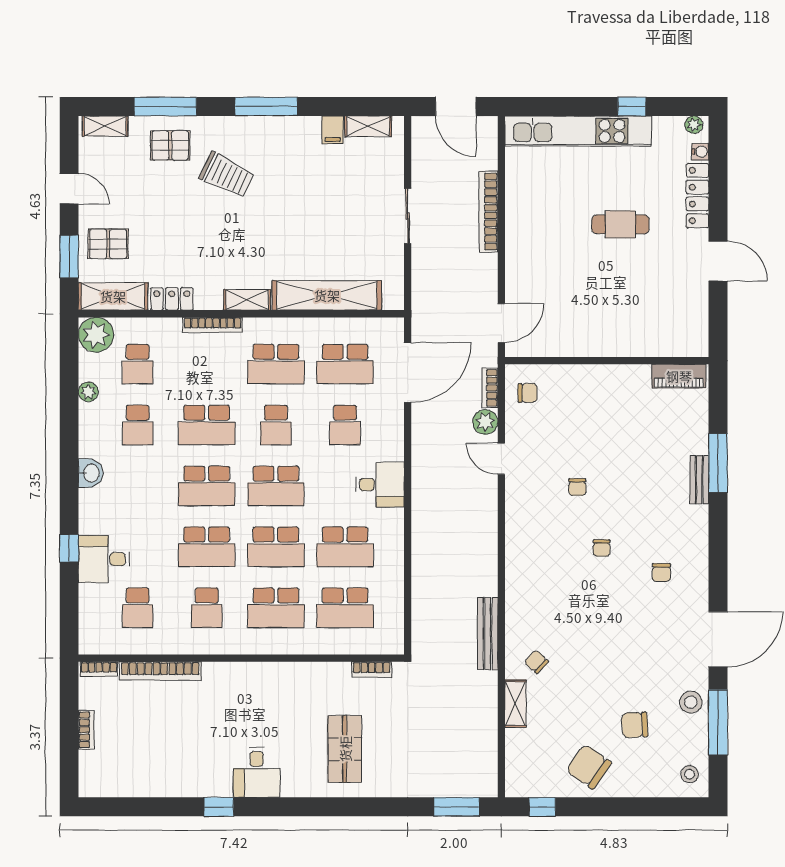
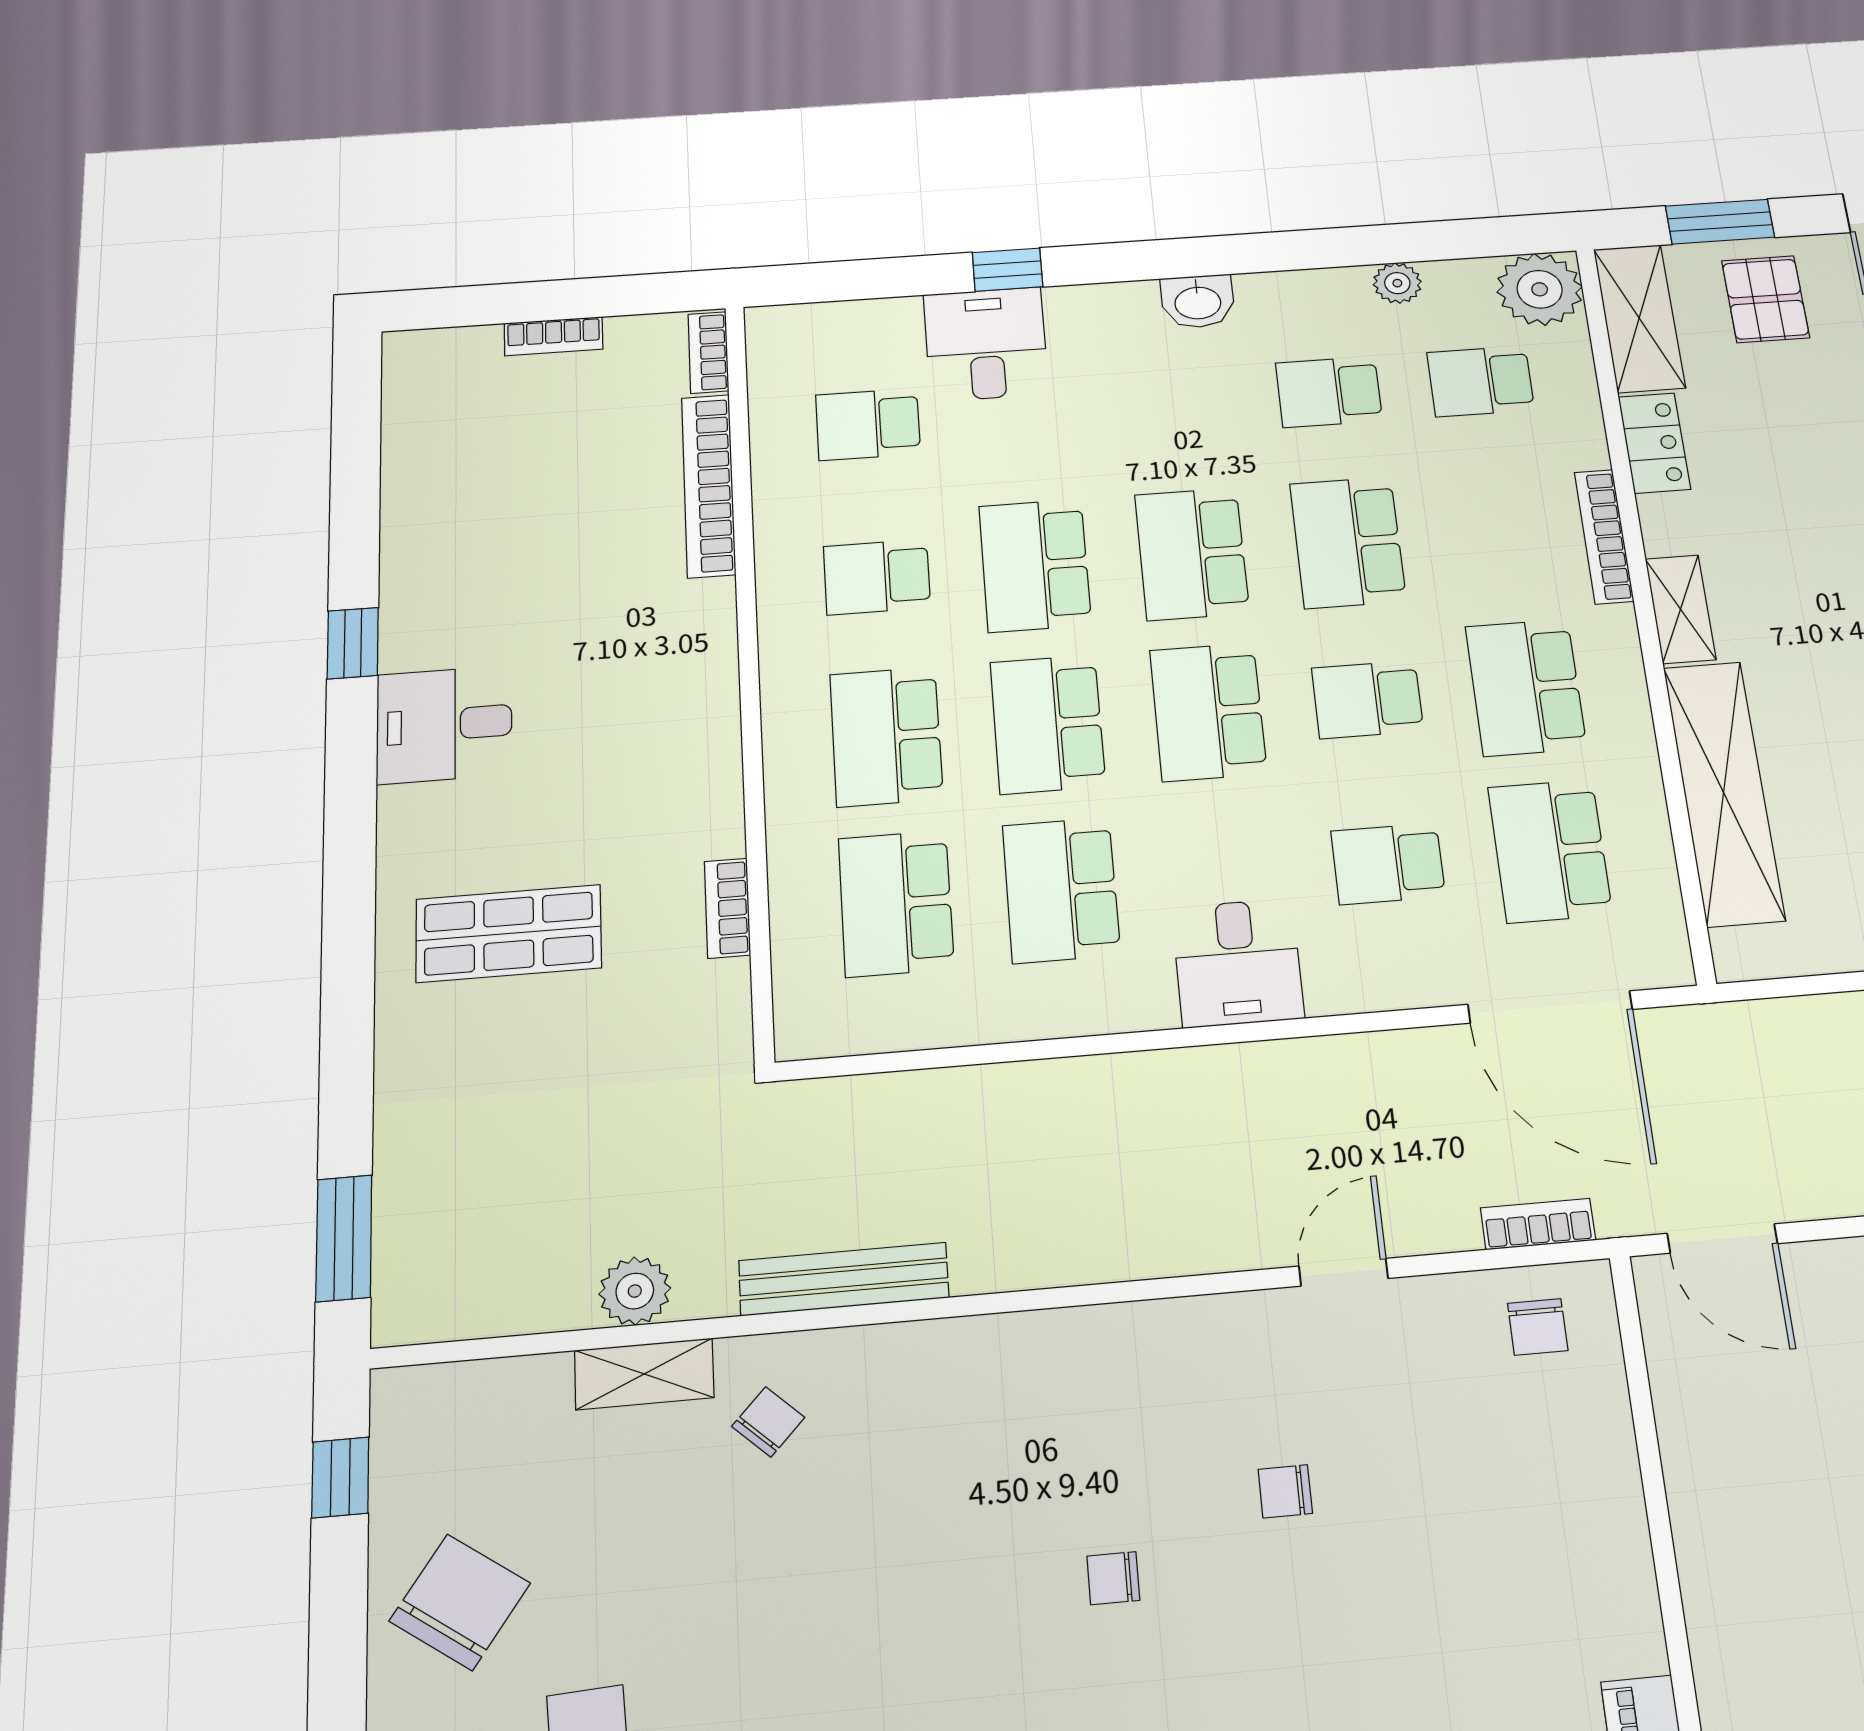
plant: (485, 422) -> (635, 1291), moved
bookcase: (372, 669) -> (727, 908), moved

